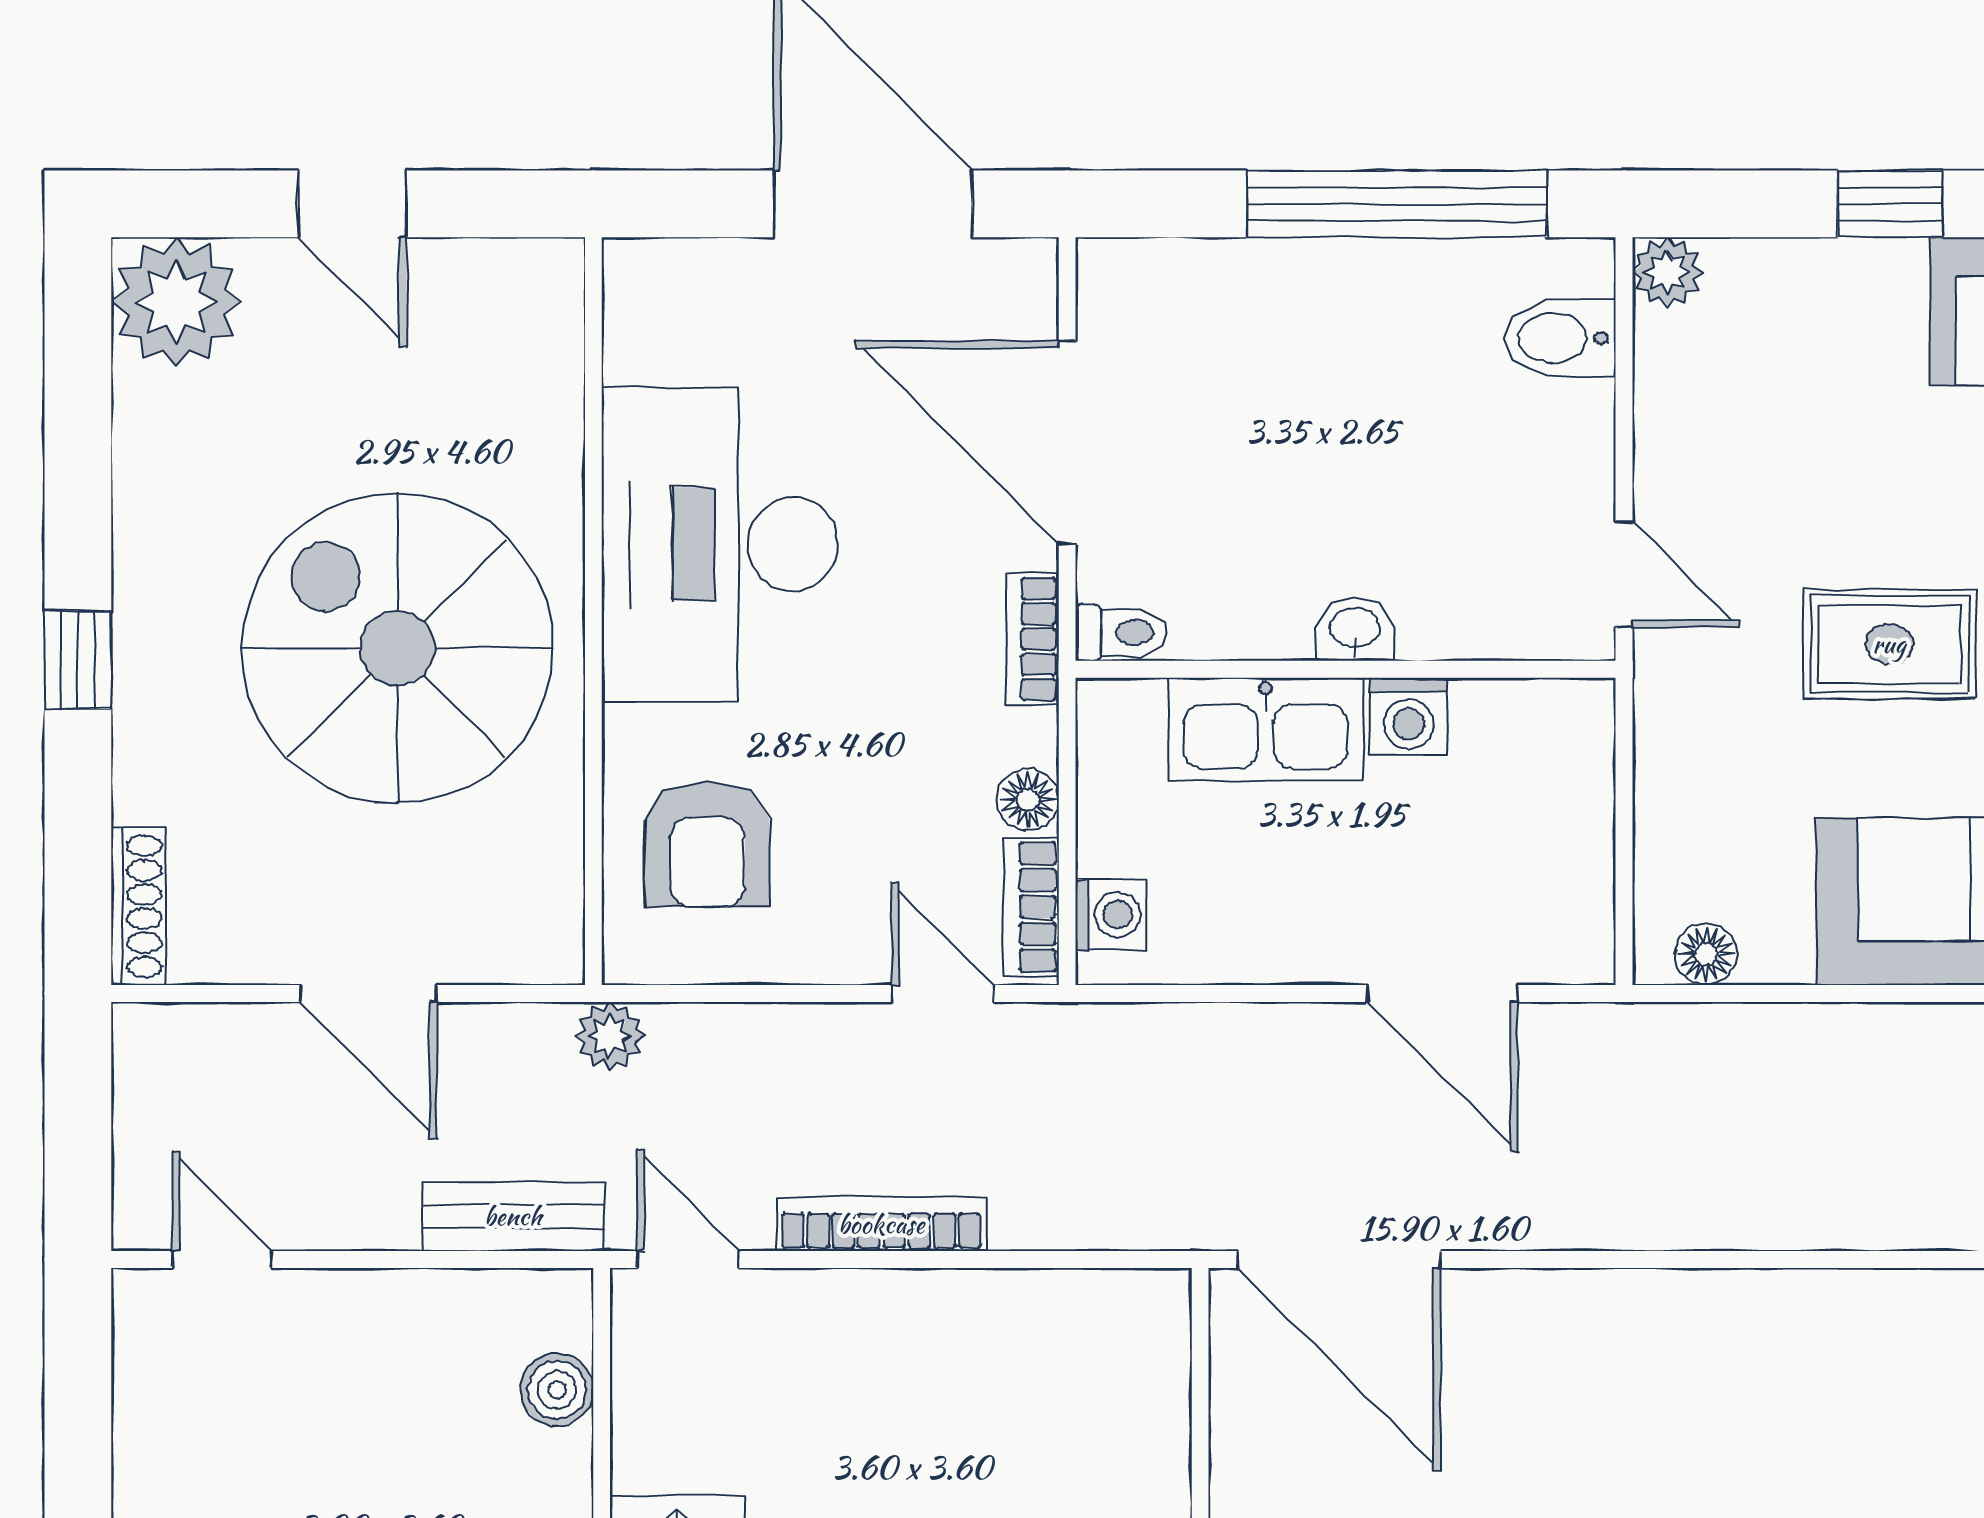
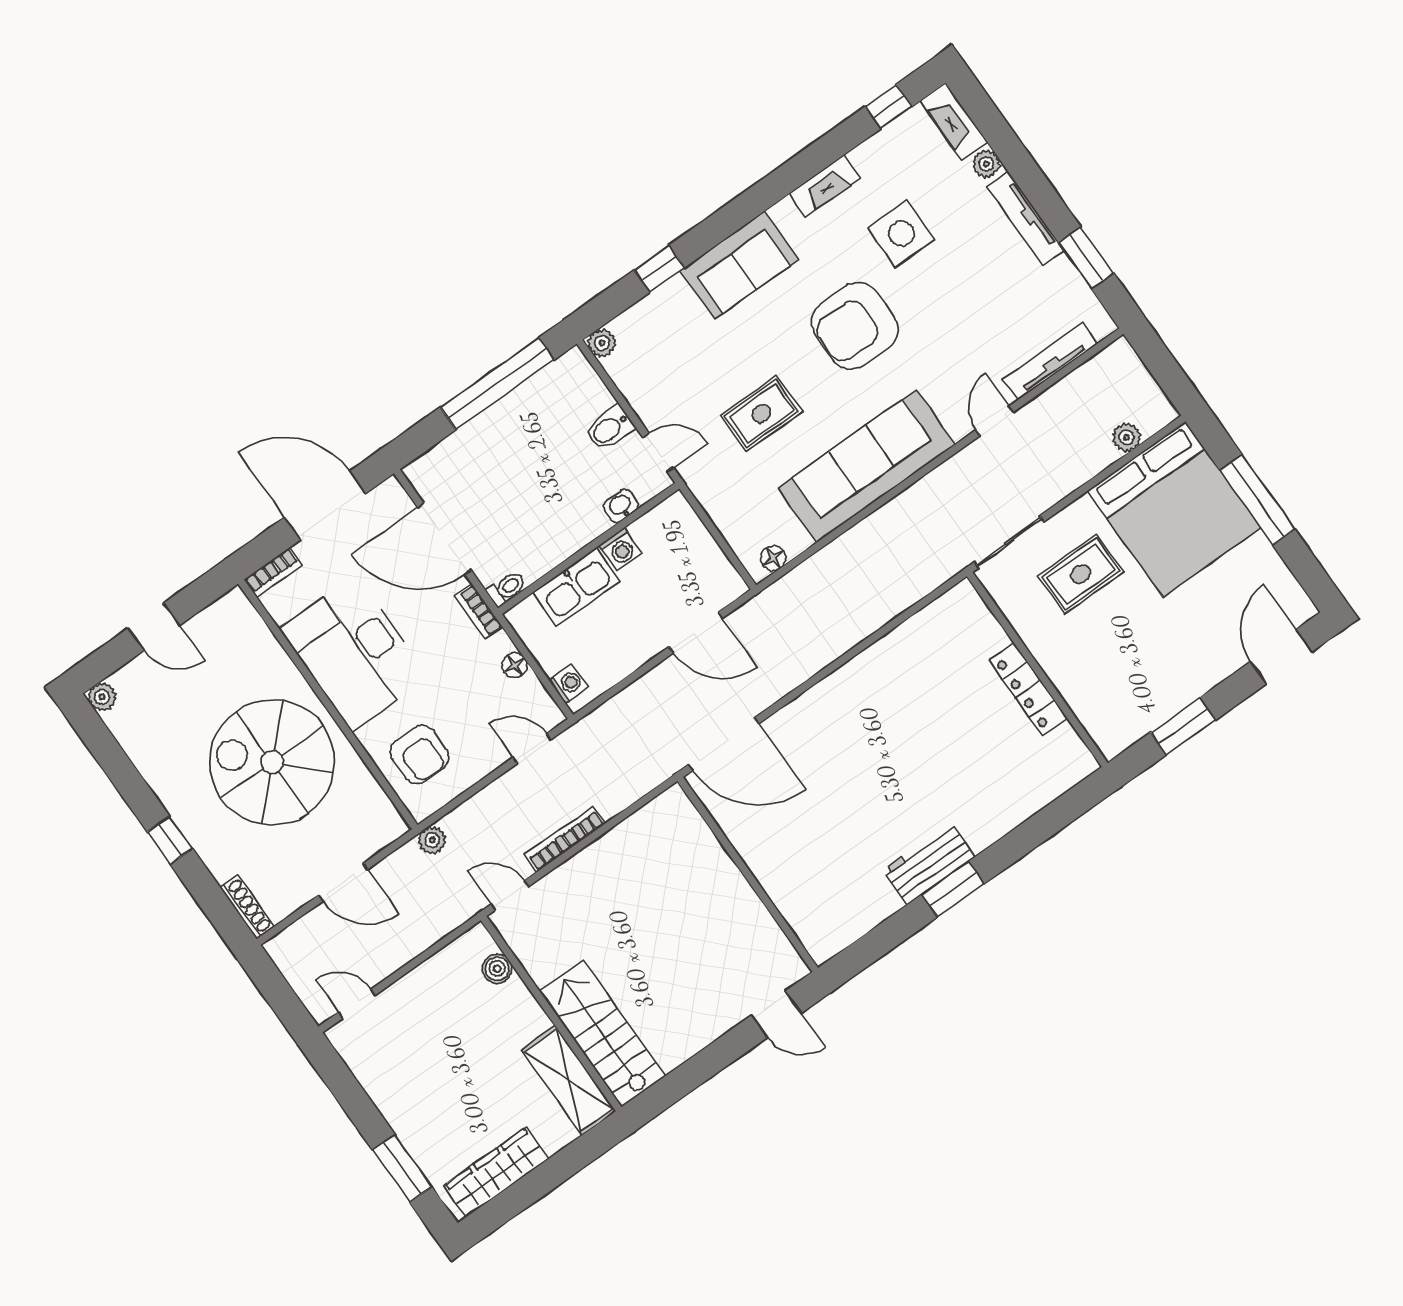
plant: (176, 302) -> (102, 697), width x0.53, depth x0.53
bidet: (1560, 338) -> (609, 429), moved
washbasin: (1355, 629) -> (621, 506), moved
bookcase: (1031, 907) -> (273, 572), moved, turned -90
bench: (513, 1216) -> (442, 922), removed

